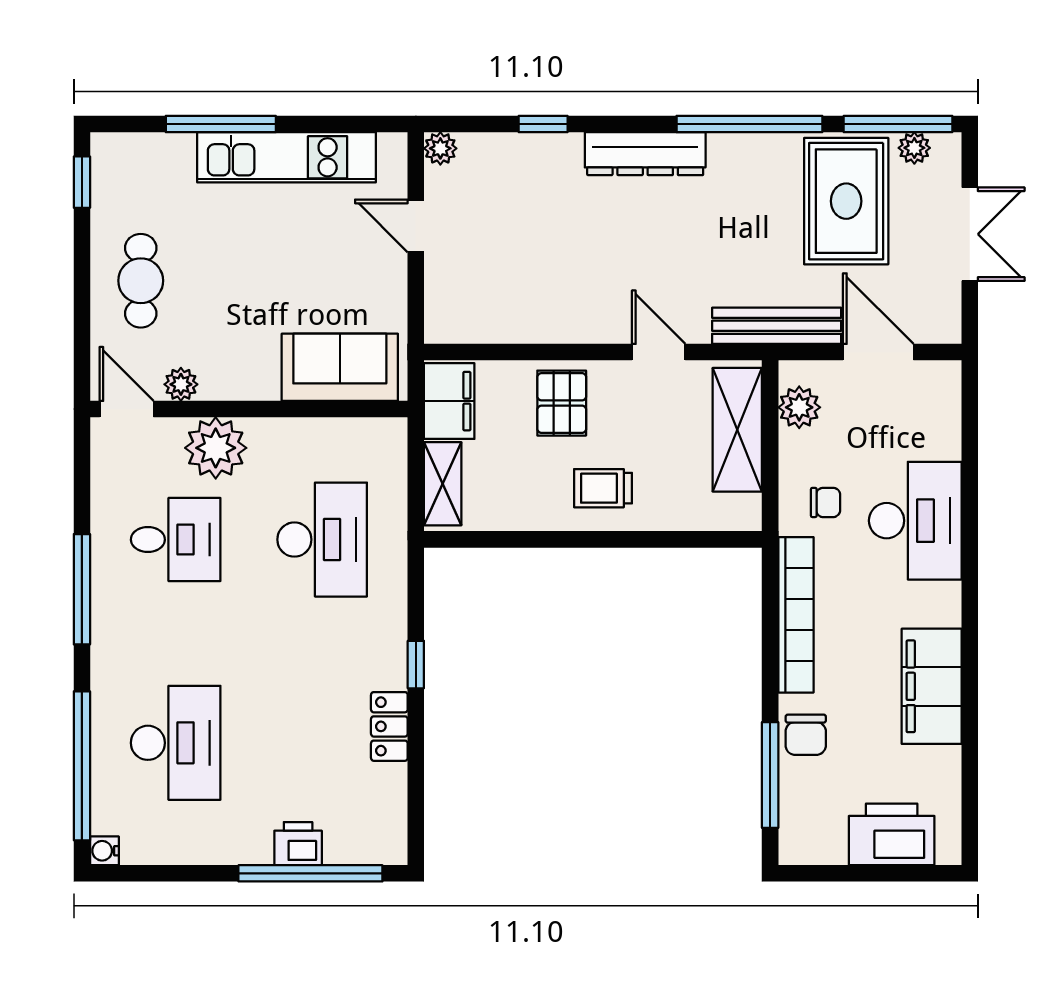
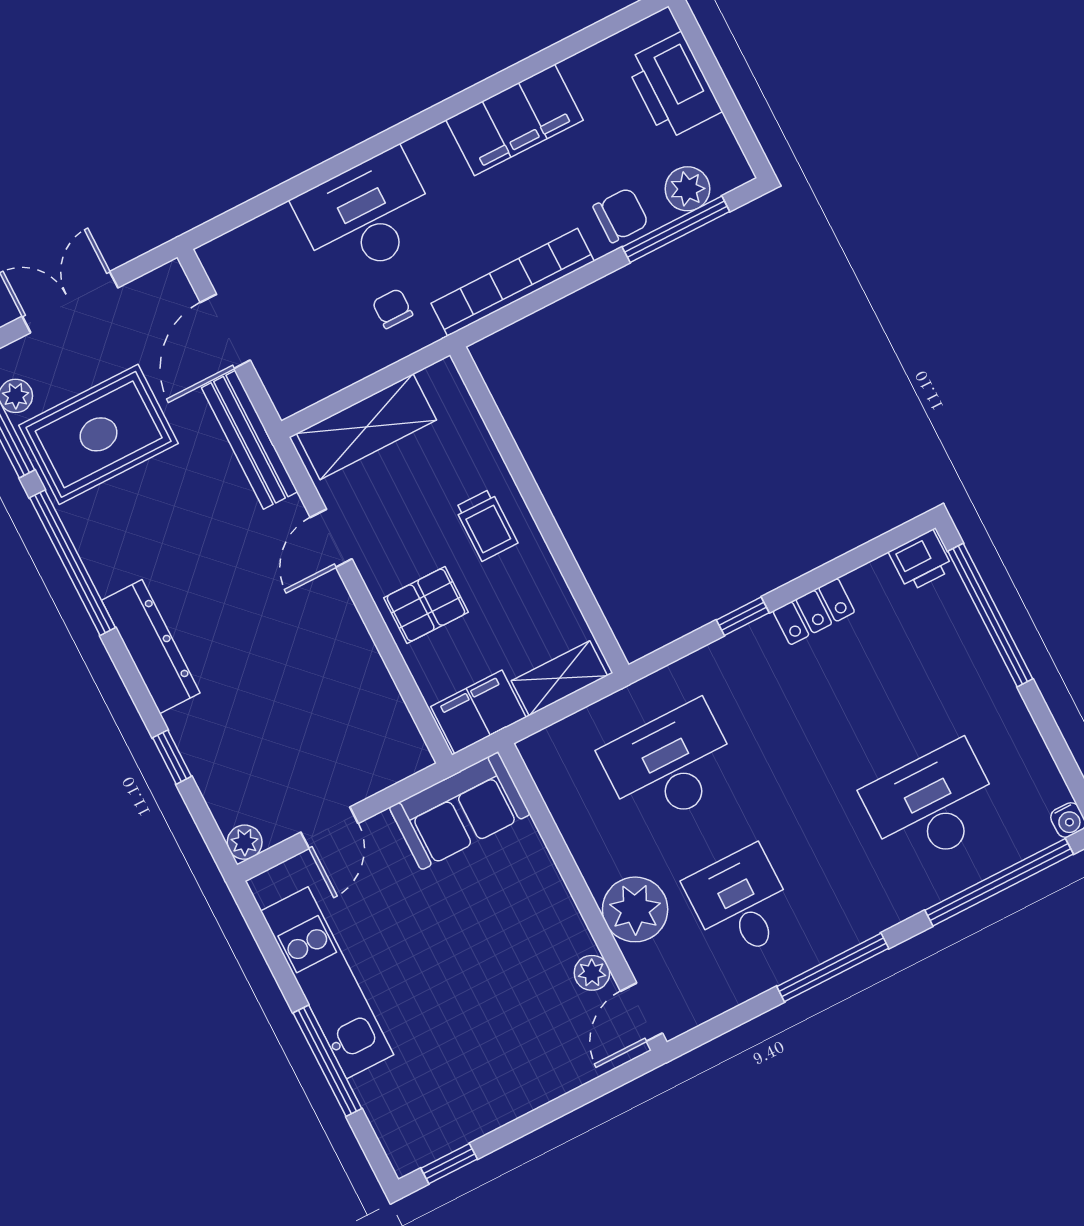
cafe table: (141, 281) -> (514, 1061), removed
sofa: (340, 367) -> (460, 811), moved, turned -90
plant: (799, 407) -> (687, 189), moved
printer: (298, 844) -> (921, 561), moved, turned -90

